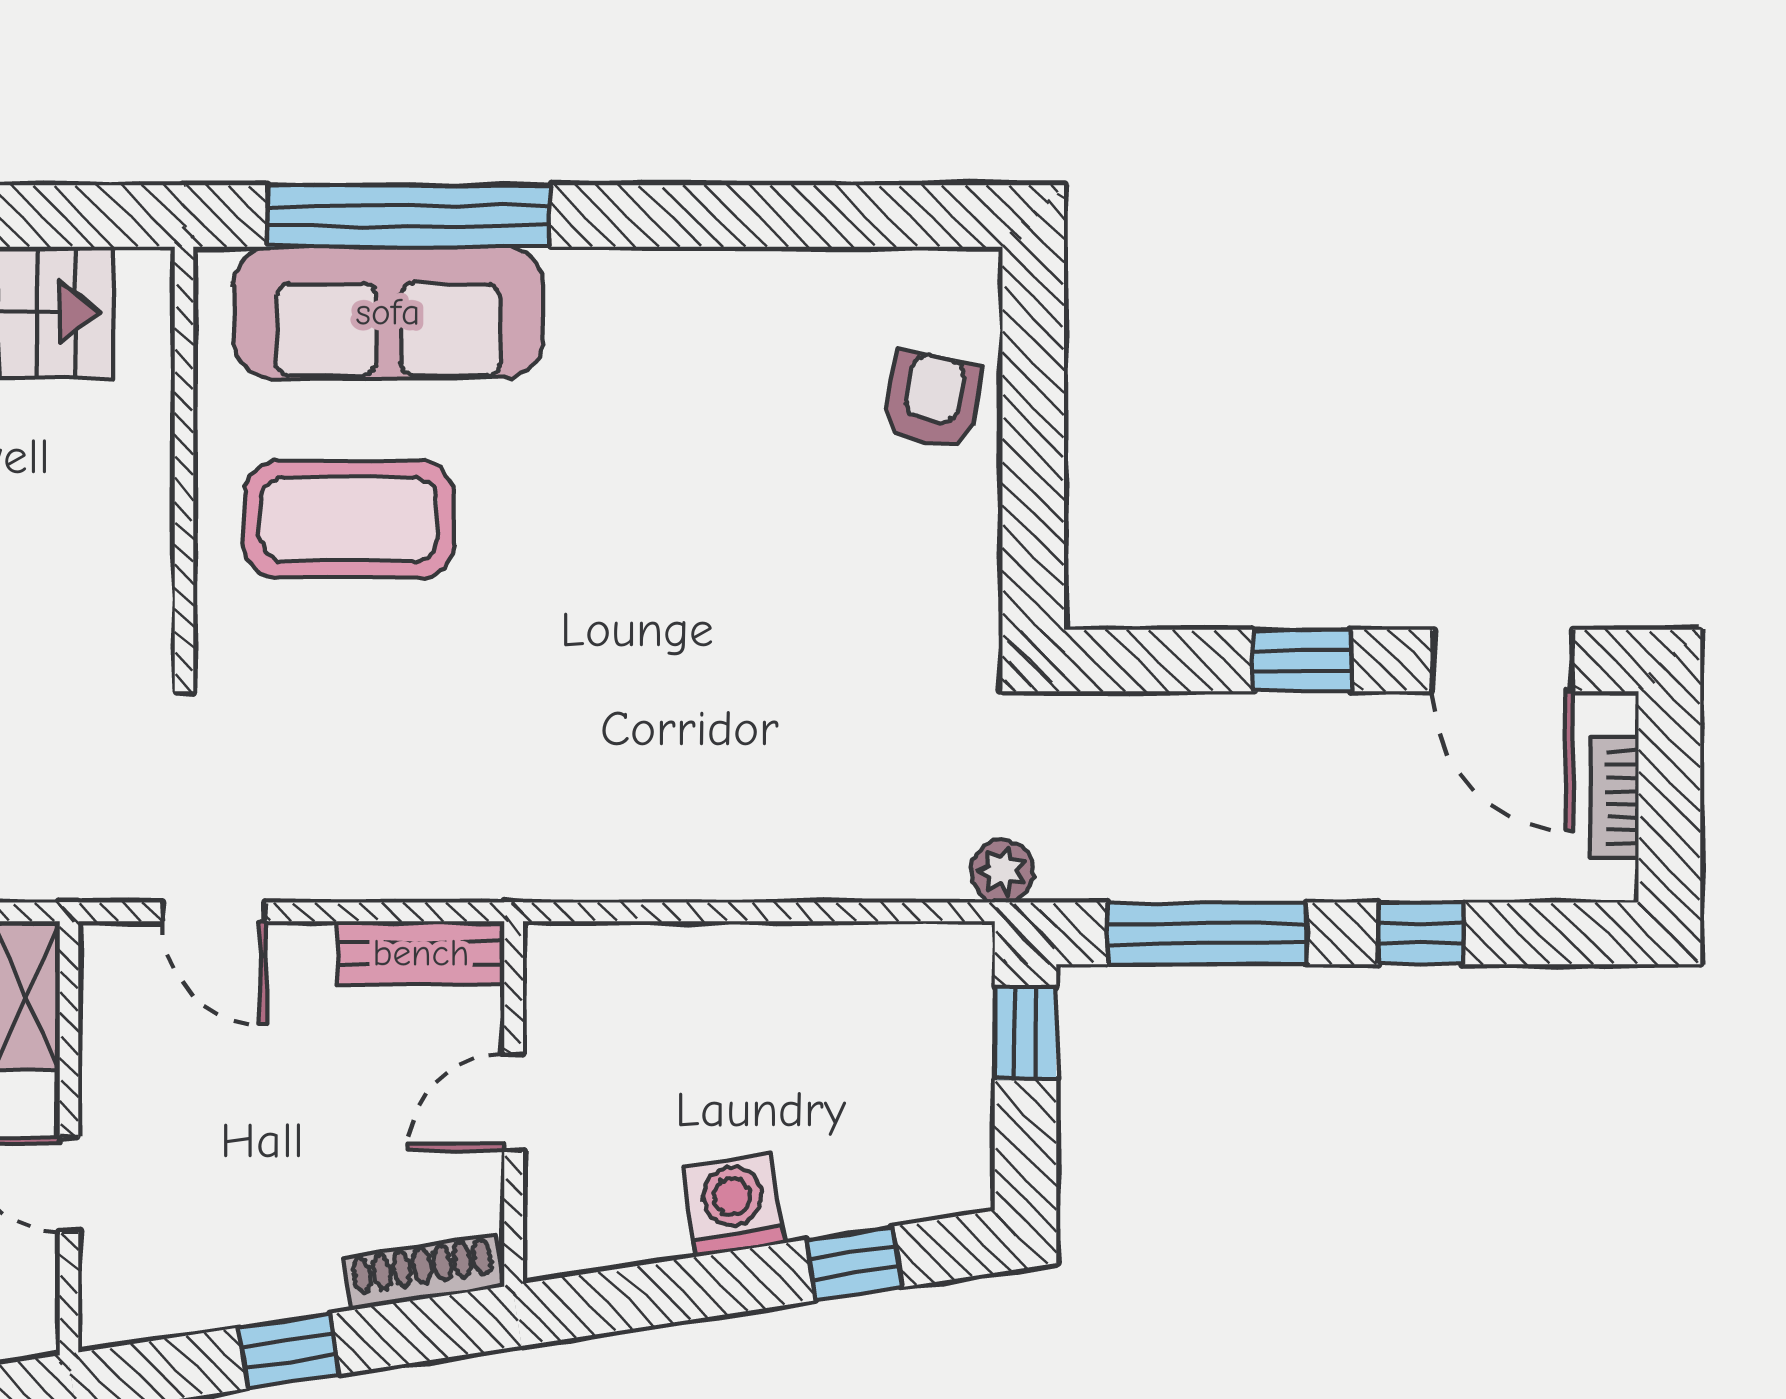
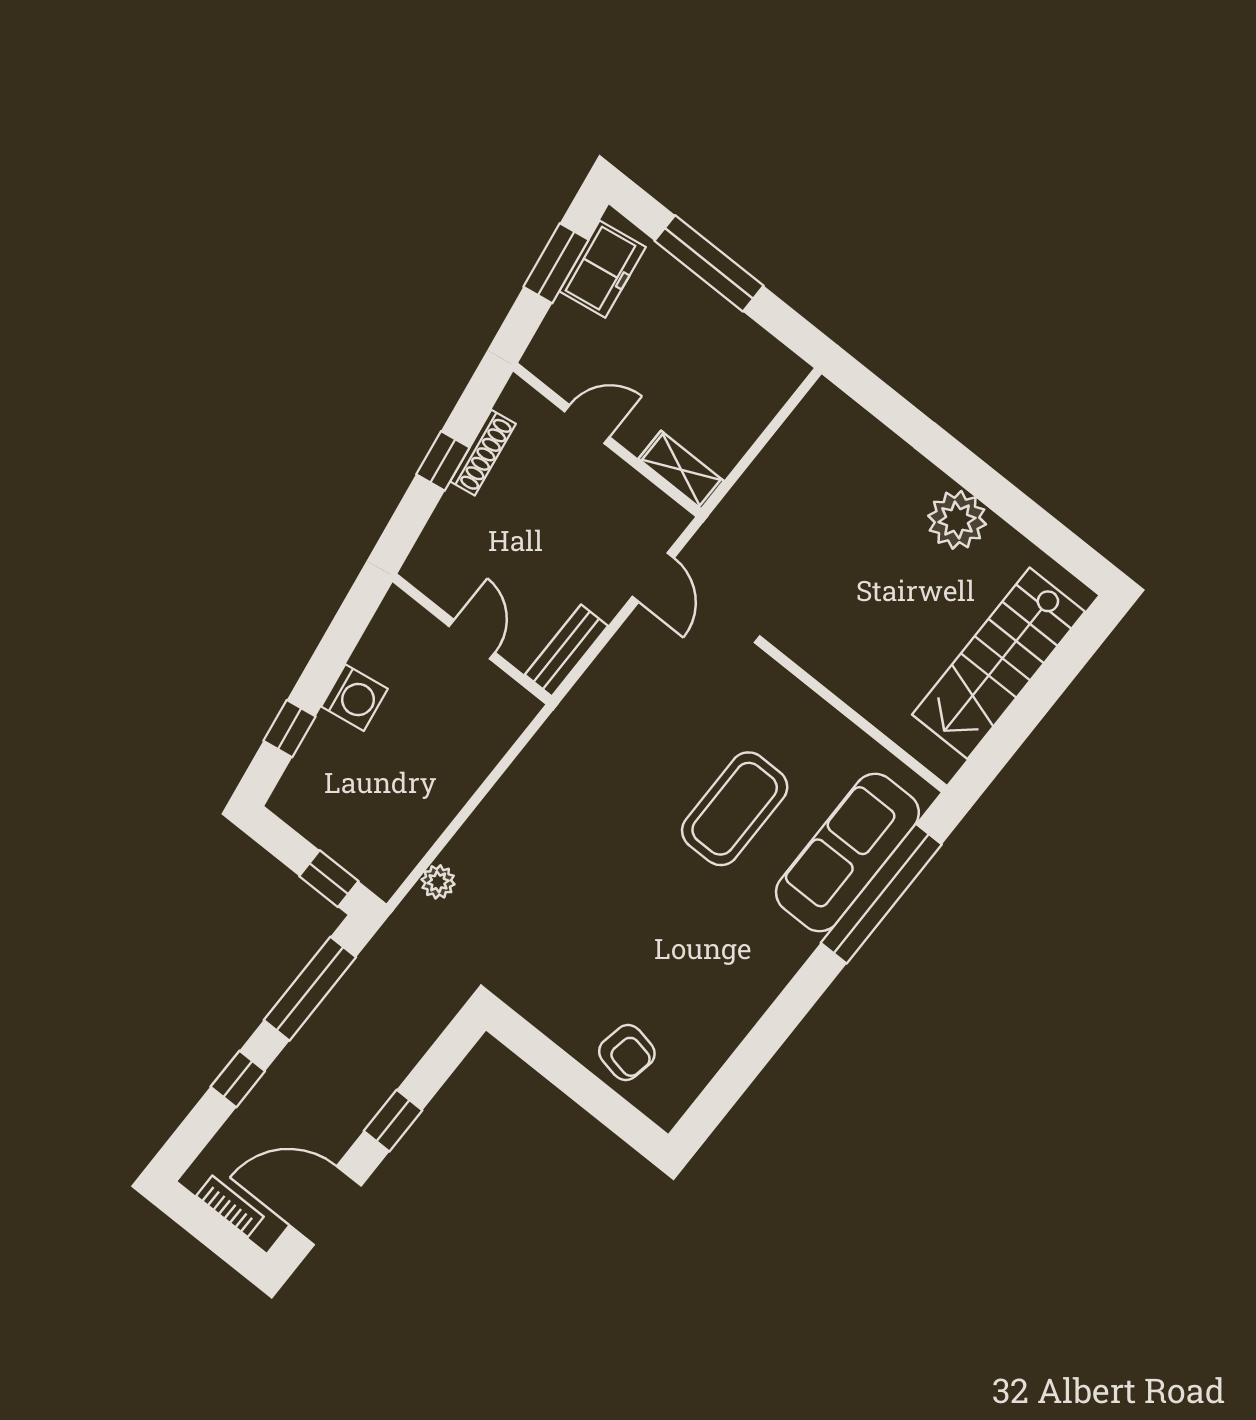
coffee table: (349, 520) -> (735, 809), moved
plant: (1002, 871) -> (438, 882), moved
door: (214, 912) -> (653, 577), swing flipped
shoe rack: (423, 1273) -> (483, 453), moved

